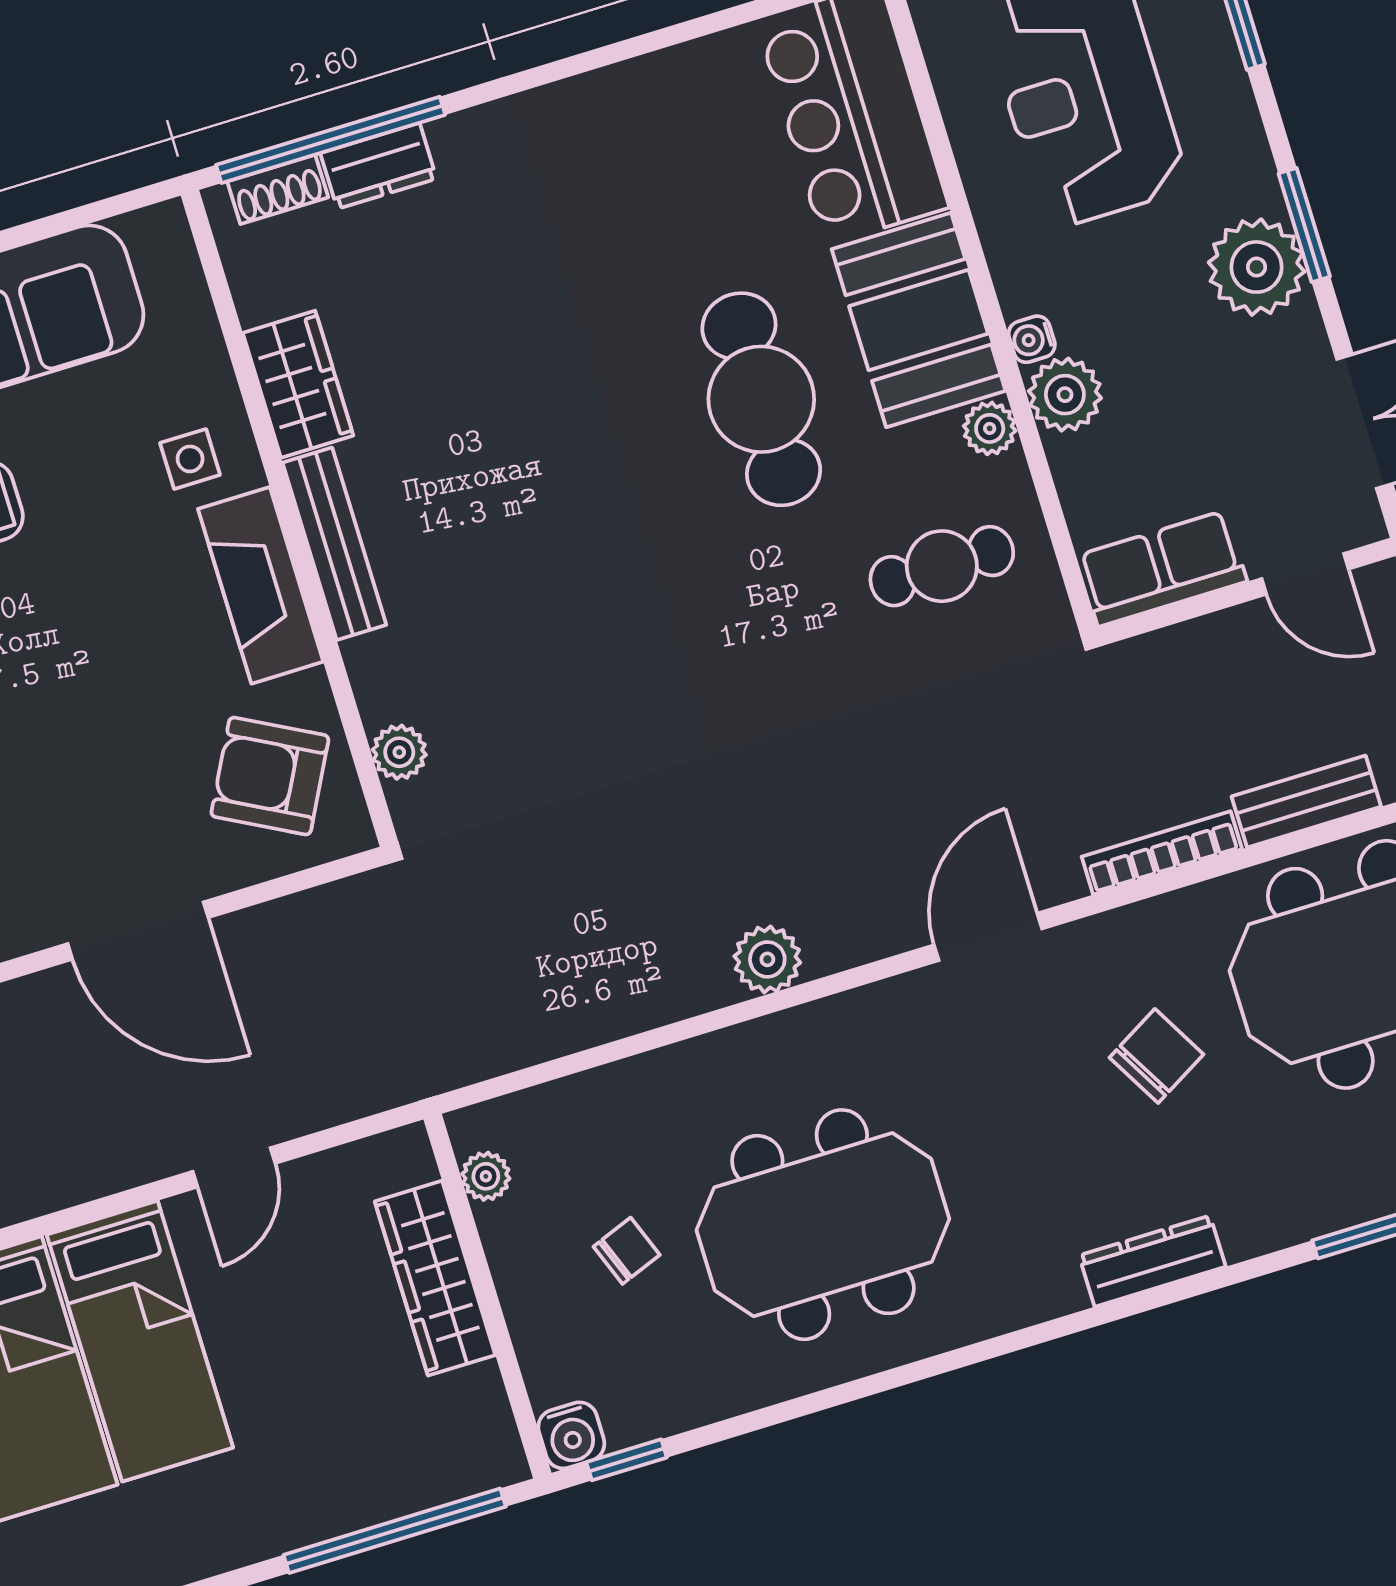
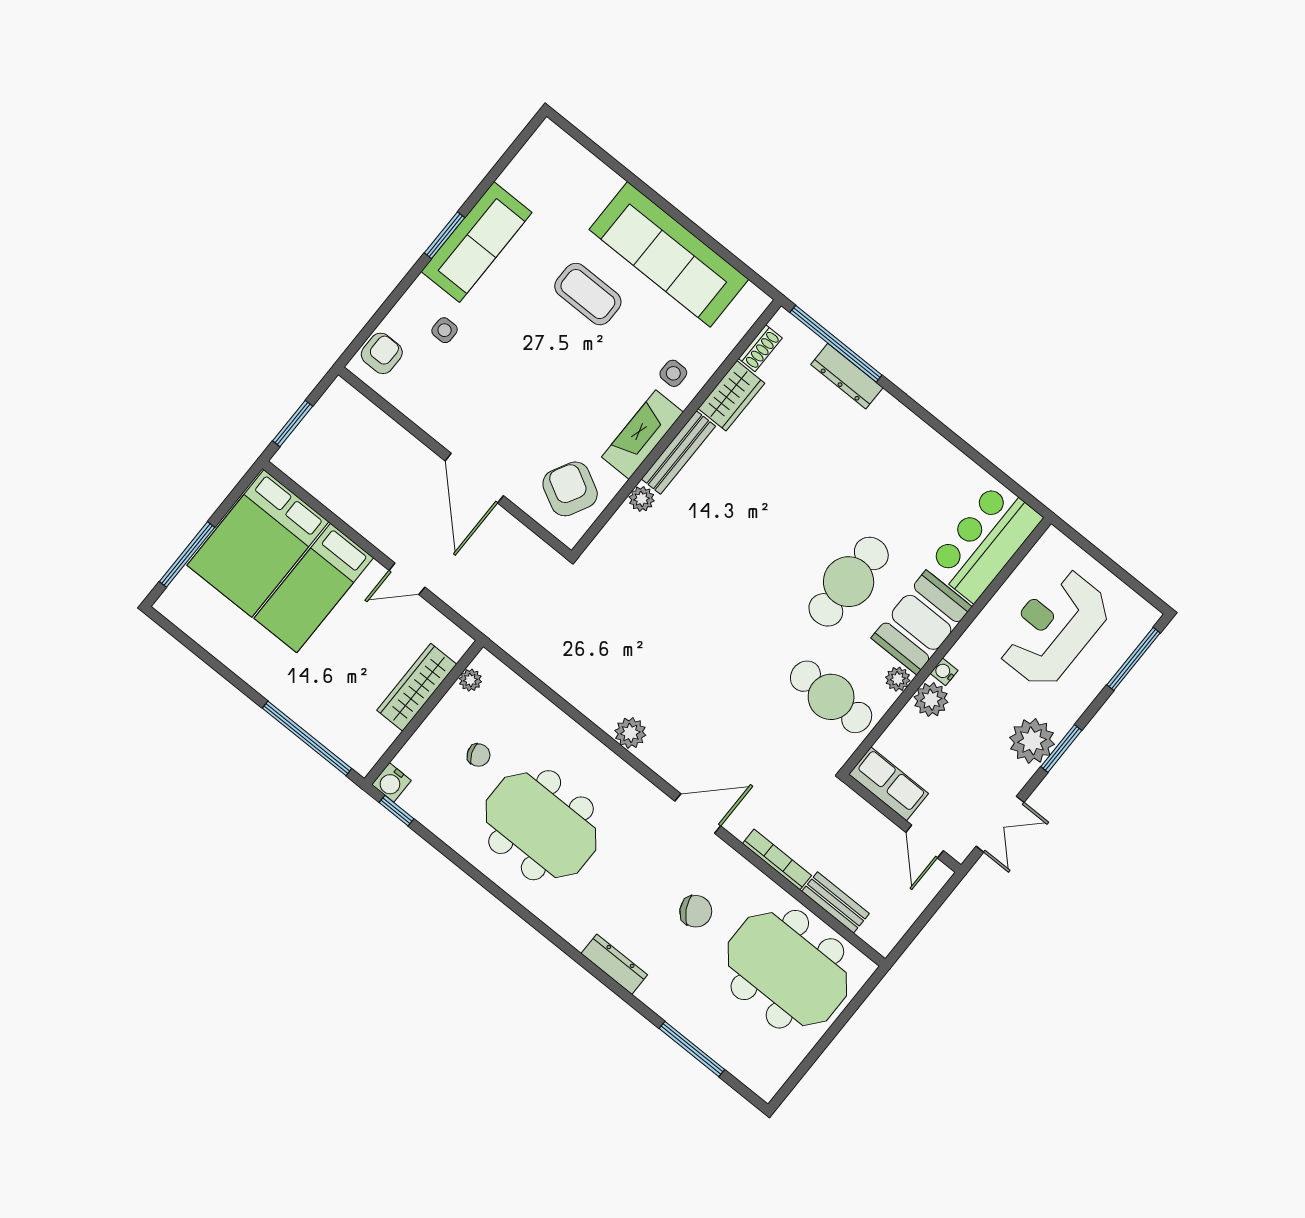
dresser: (378, 166) -> (847, 376), width x1.44
shoe rack: (278, 189) -> (760, 348), moved, turned -90
cafe table: (942, 566) -> (831, 697), width x1.37, depth x1.35
plant: (399, 752) -> (642, 499), moved

